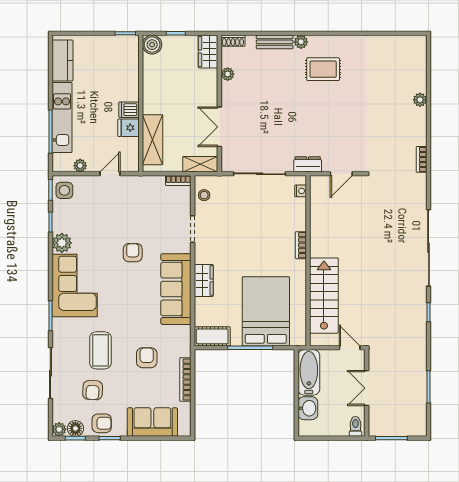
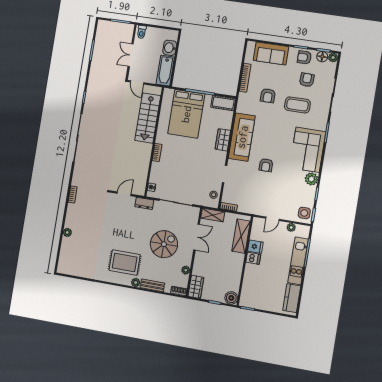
rug: (323, 69) -> (125, 263), width x1.36, depth x1.43
spiral stairs: (267, 108) -> (164, 244), added
coffee table: (100, 350) -> (297, 105), turned 90
double door: (367, 388) -> (131, 55), swing flipped

